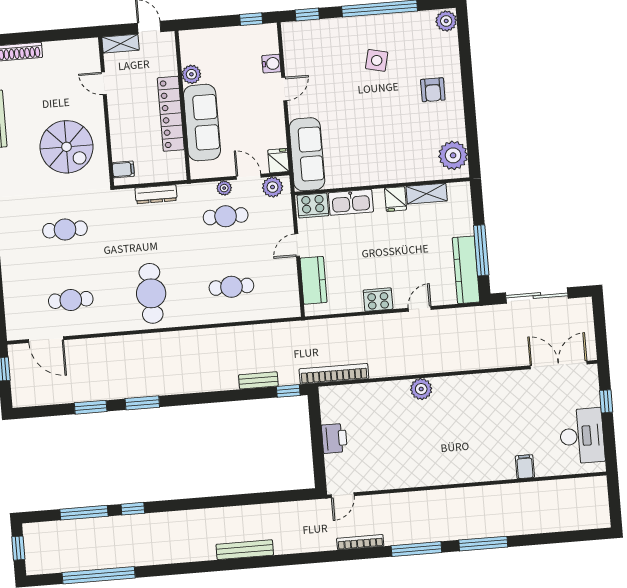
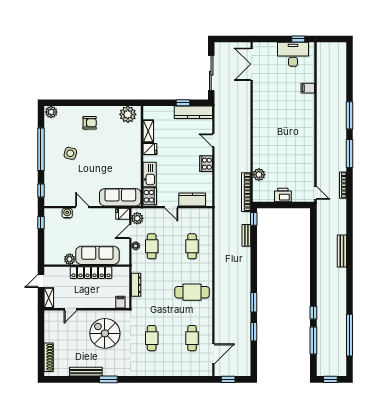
spiral stairs: (66, 147) -> (105, 333), turned -90
window: (481, 250) -> (183, 103), width x0.46
plant: (421, 389) -> (259, 175), moved
window: (606, 401) -> (298, 39), moved

